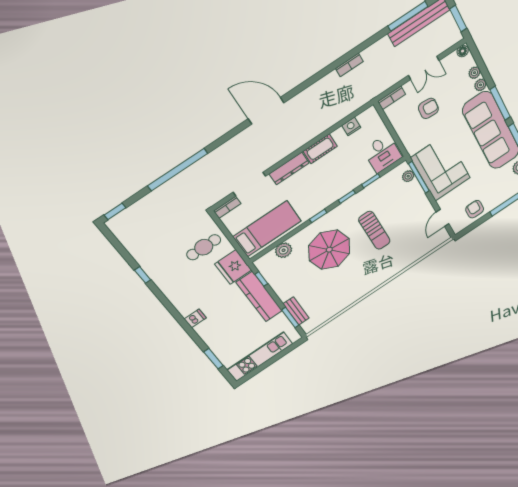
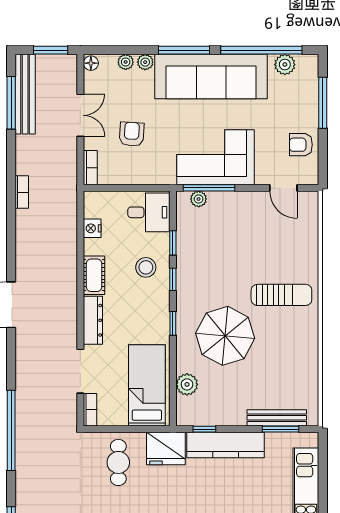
stool: (345, 176) -> (146, 267), added
sun lounger: (374, 230) -> (281, 295), moved
bench: (296, 311) -> (277, 418), width x1.36

